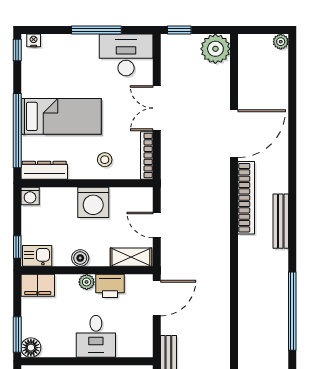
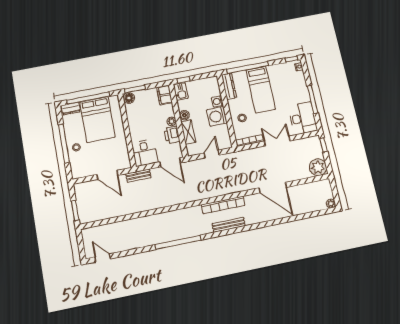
washing machine: (30, 196) -> (217, 101), moved
bookcase: (246, 198) -> (223, 205), moved
shelving: (131, 257) -> (188, 132), moved
desk: (96, 336) -> (145, 153), moved, turned -90

